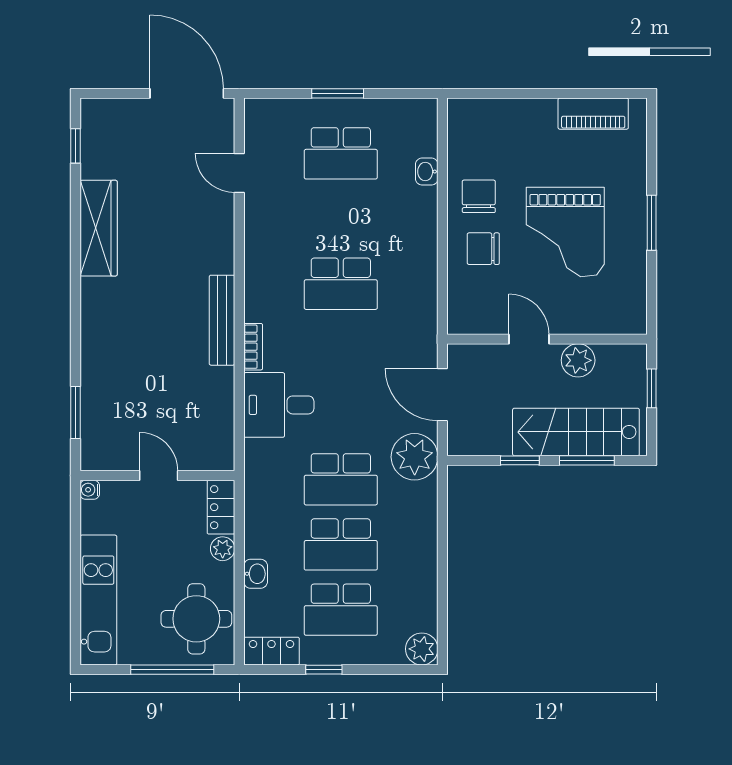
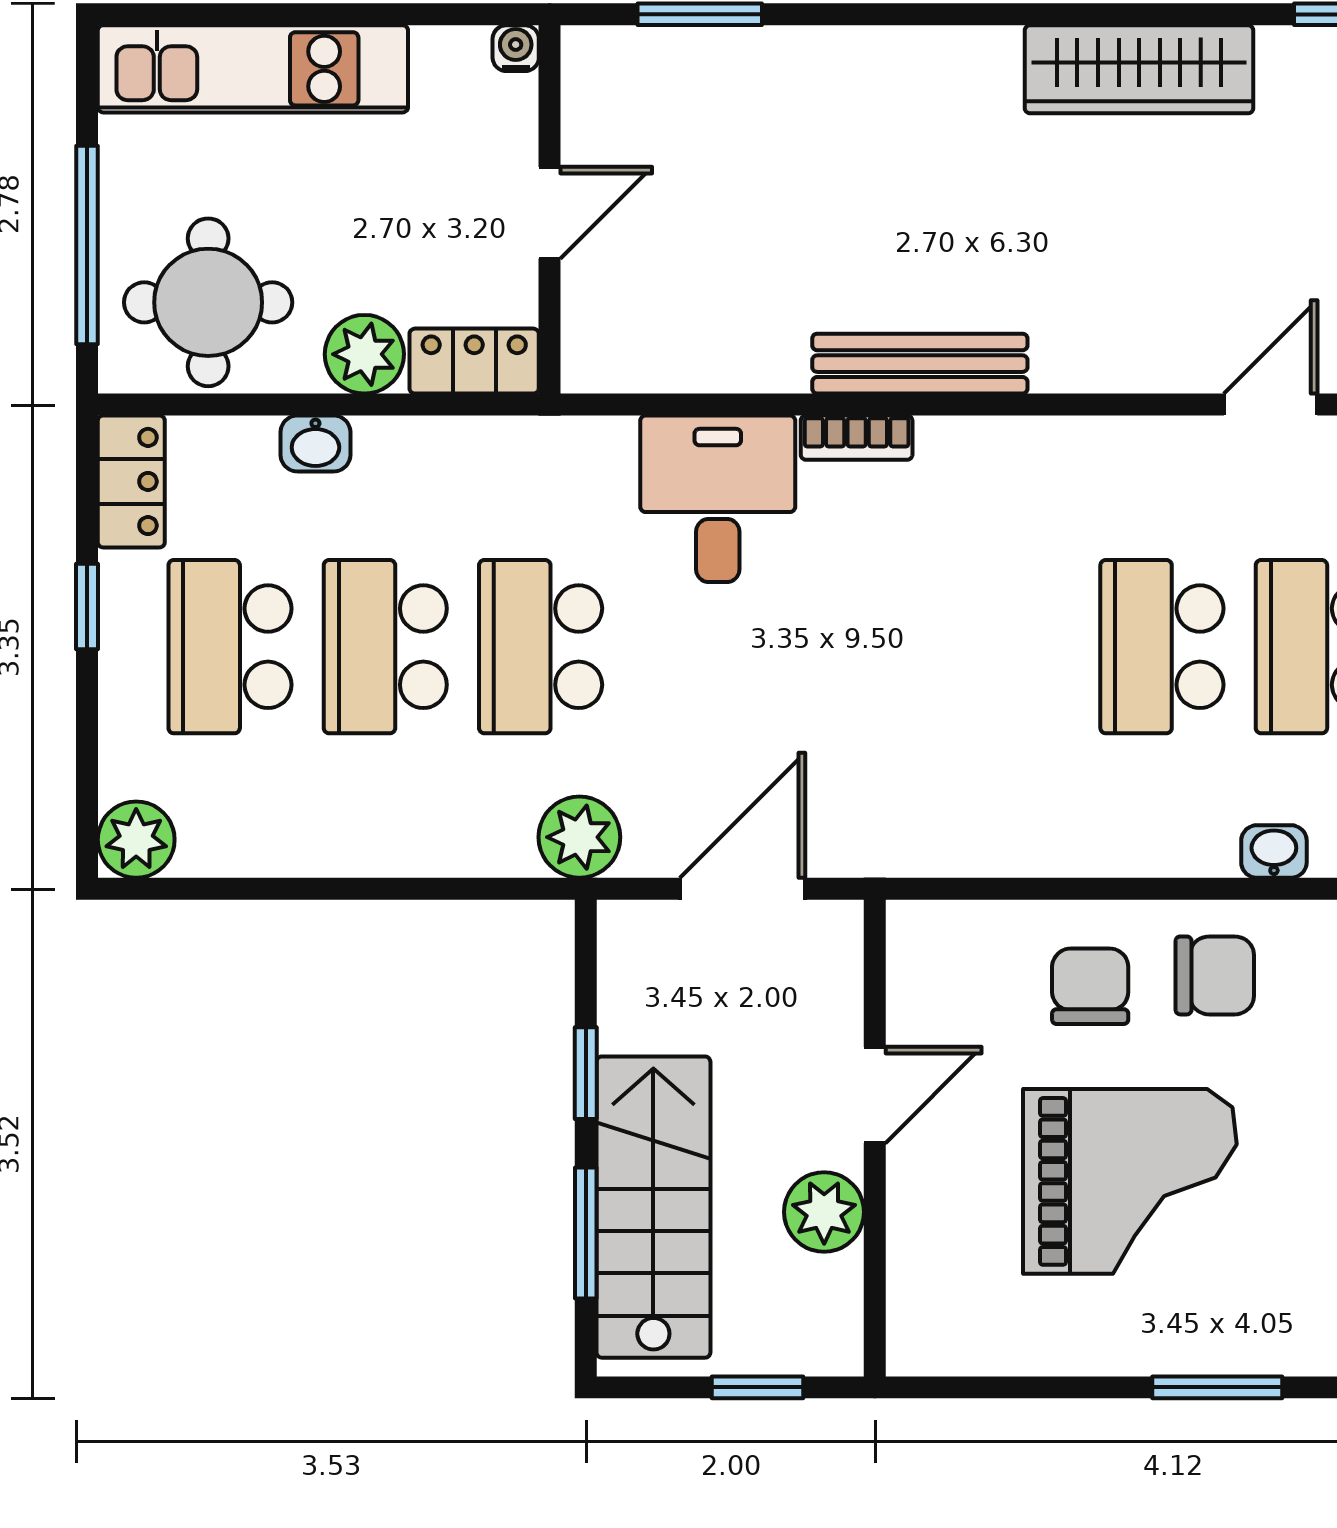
window: (652, 223) -> (1217, 1387), moved
grand piano: (565, 232) -> (1130, 1181), turned 180
school desk: (341, 284) -> (1162, 647), moved
plant: (415, 457) -> (579, 837), width x0.73, depth x0.73
plant: (223, 549) -> (364, 354), width x1.38, depth x1.38

